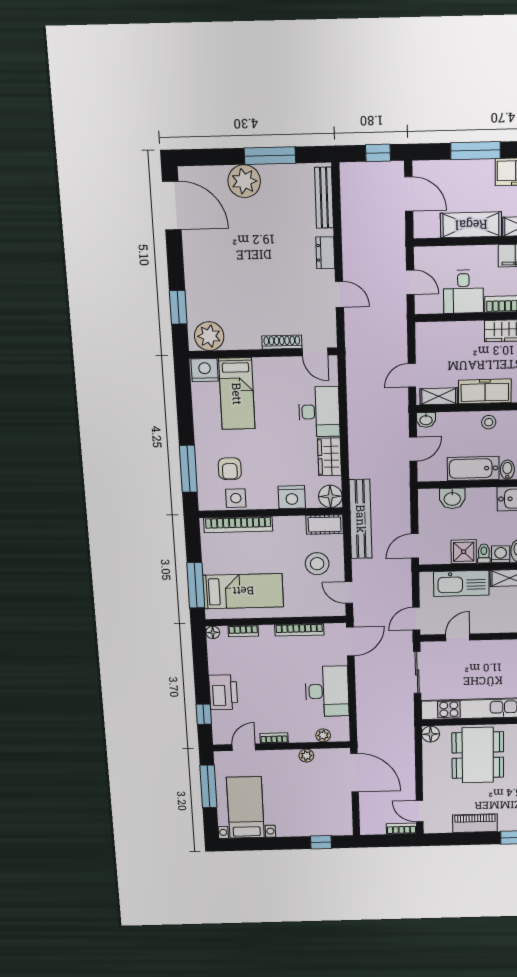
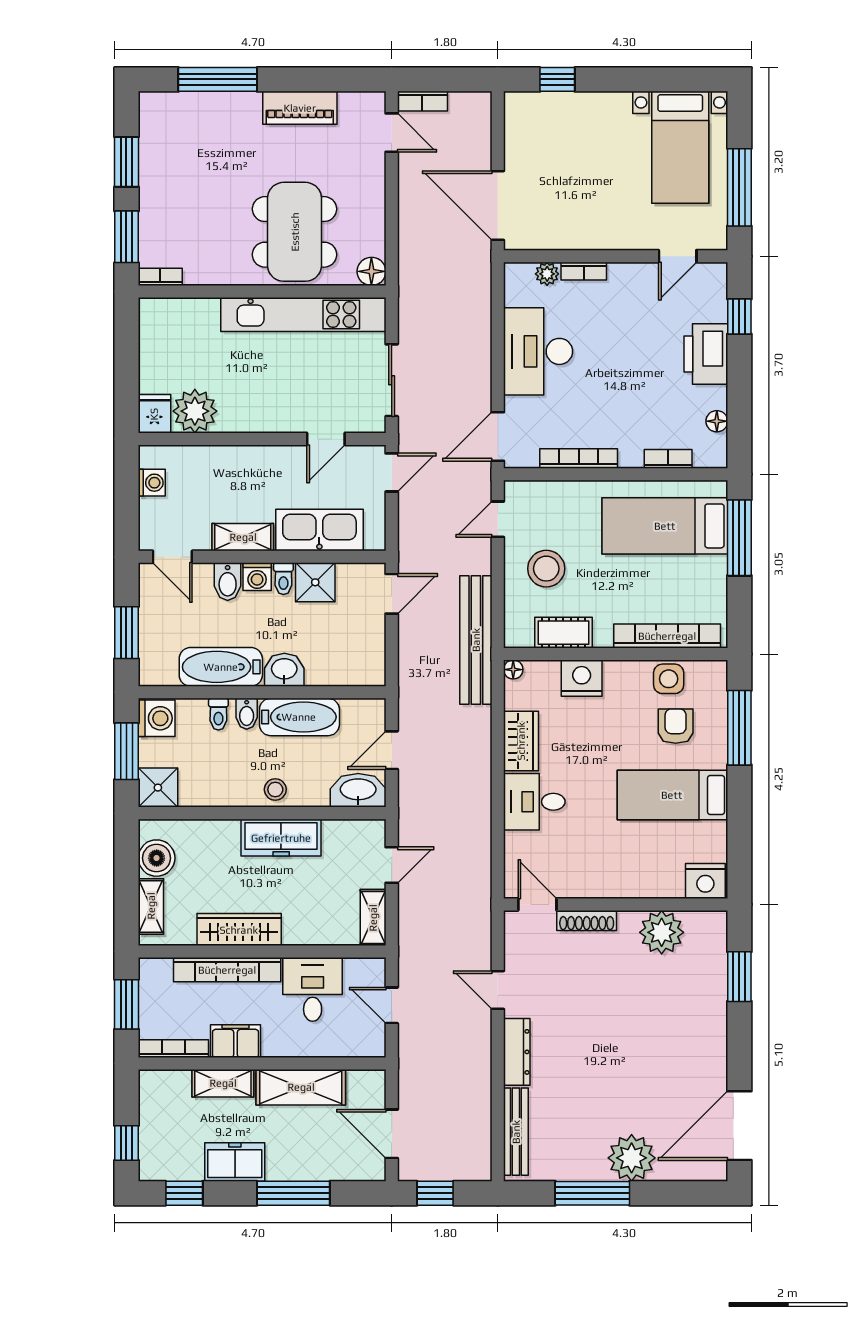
door: (172, 206) -> (739, 1126), hinge flipped
dresser: (325, 253) -> (517, 1052), width x1.44
plant: (209, 336) -> (662, 932), moved
bed: (237, 394) -> (672, 795), moved, turned -90
shelving: (439, 396) -> (373, 918), moved, turned 90
desk: (319, 412) -> (534, 802), width x0.73
washbasin: (426, 420) -> (358, 790), width x1.91, depth x1.45
floor lamp: (330, 496) -> (513, 670), width x0.53, depth x0.53
washbasin: (452, 498) -> (284, 670), moved
cot: (325, 525) -> (563, 633), moved
door: (349, 593) -> (498, 519), swing flipped
floor lamp: (213, 632) -> (717, 421), moved
bookcase: (274, 738) -> (584, 271), moved
plant: (306, 756) -> (576, 238), removed

